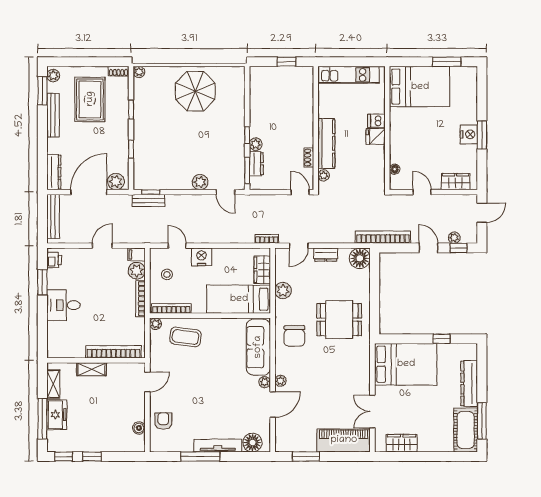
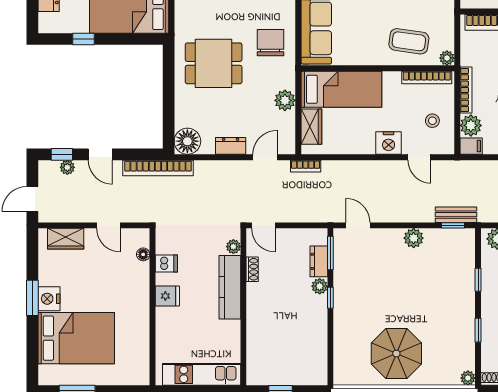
bed: (420, 87) -> (76, 338), moved, turned 180
dishwasher: (376, 121) -> (166, 263), moved
plant: (200, 182) -> (414, 238), moved

